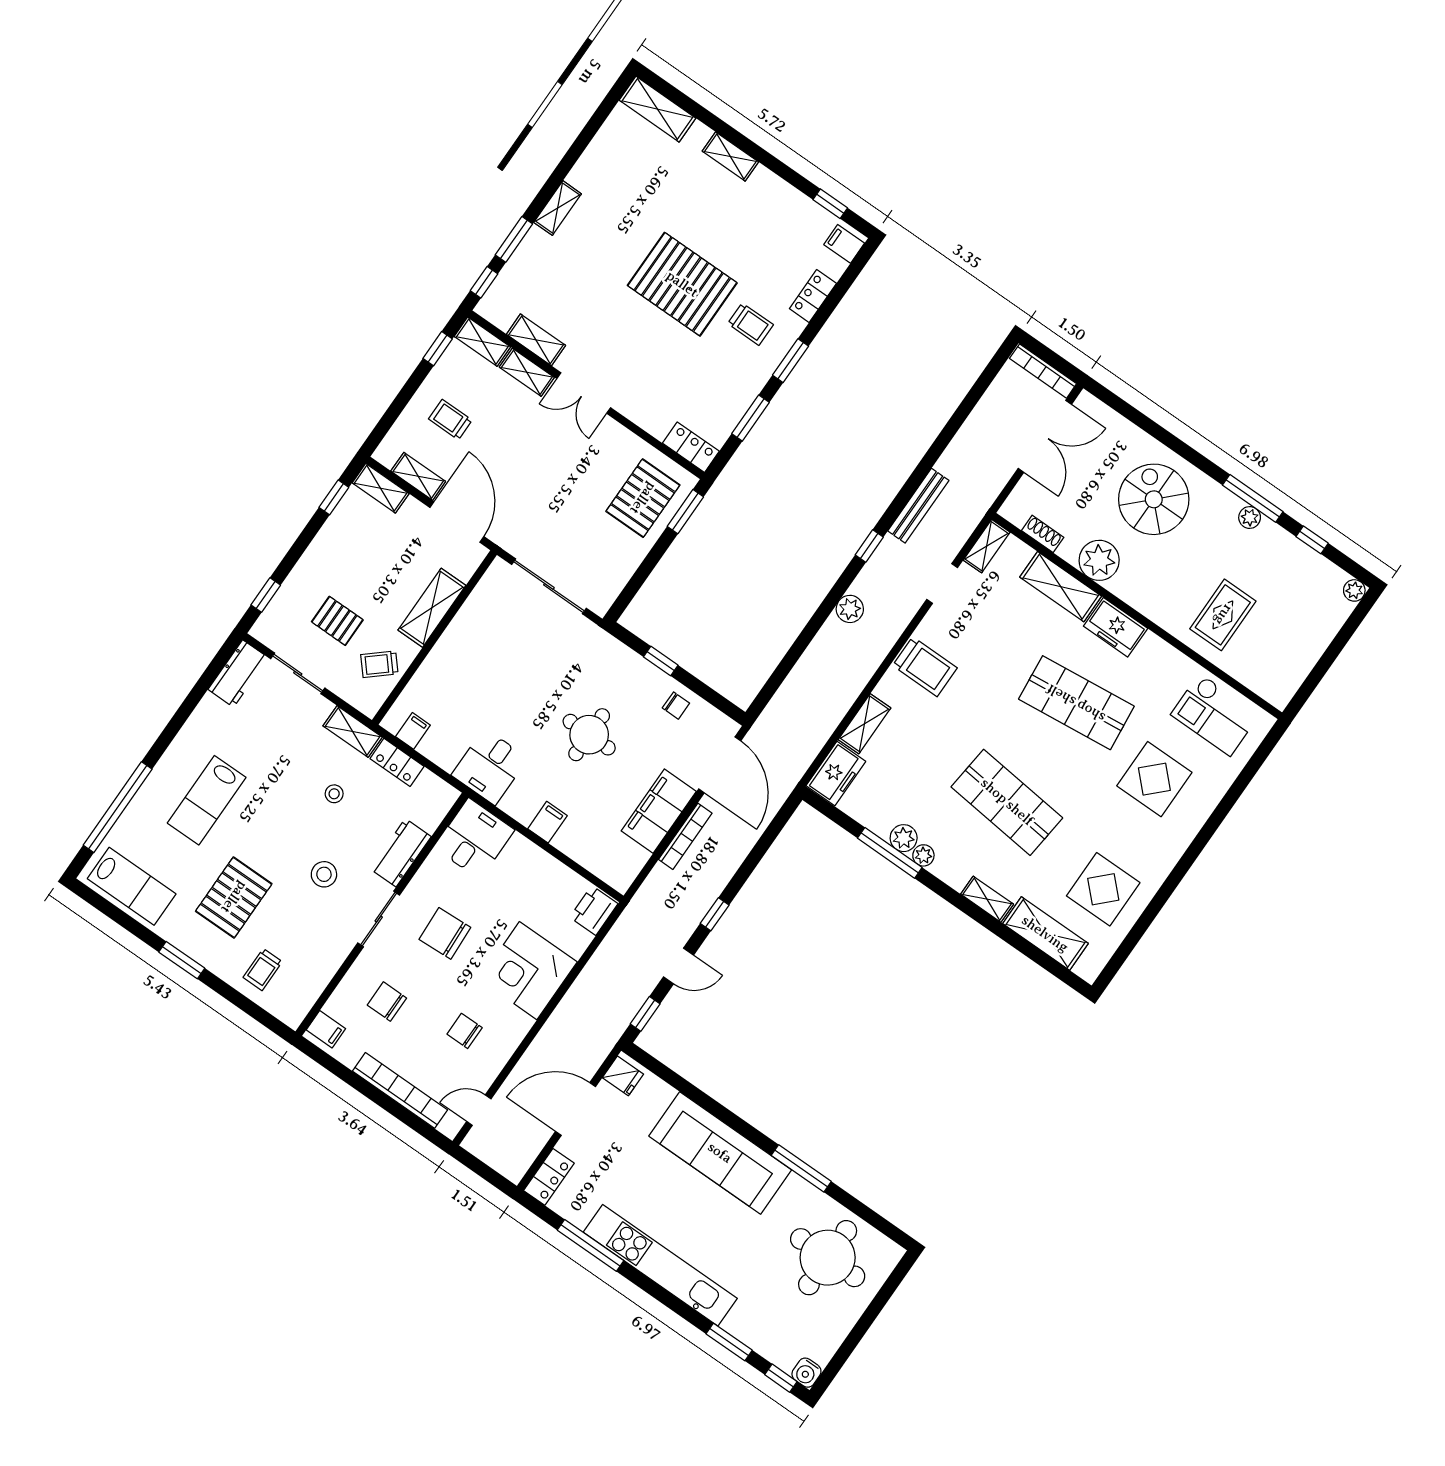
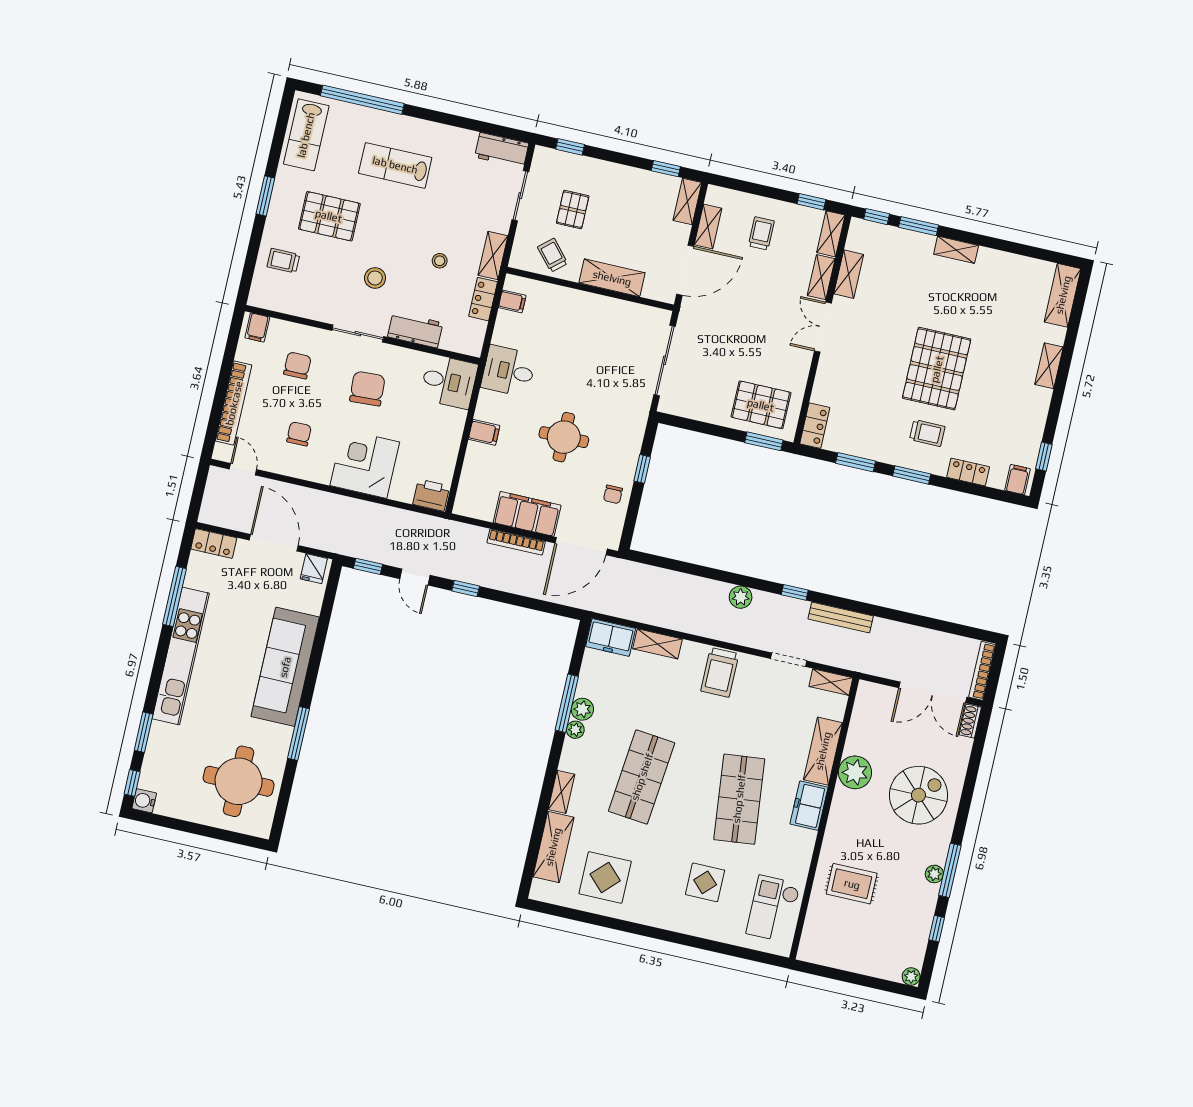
trolley: (751, 324) -> (927, 433), turned -90
shoe rack: (1043, 534) -> (970, 721), moved, turned 180
display table: (1154, 779) -> (705, 882), width x0.73, depth x0.73

